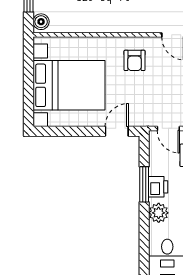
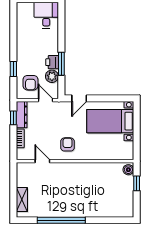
bed with nightstands: (69, 85) -> (110, 121), width x0.73
plant: (159, 213) -> (52, 76), moved

